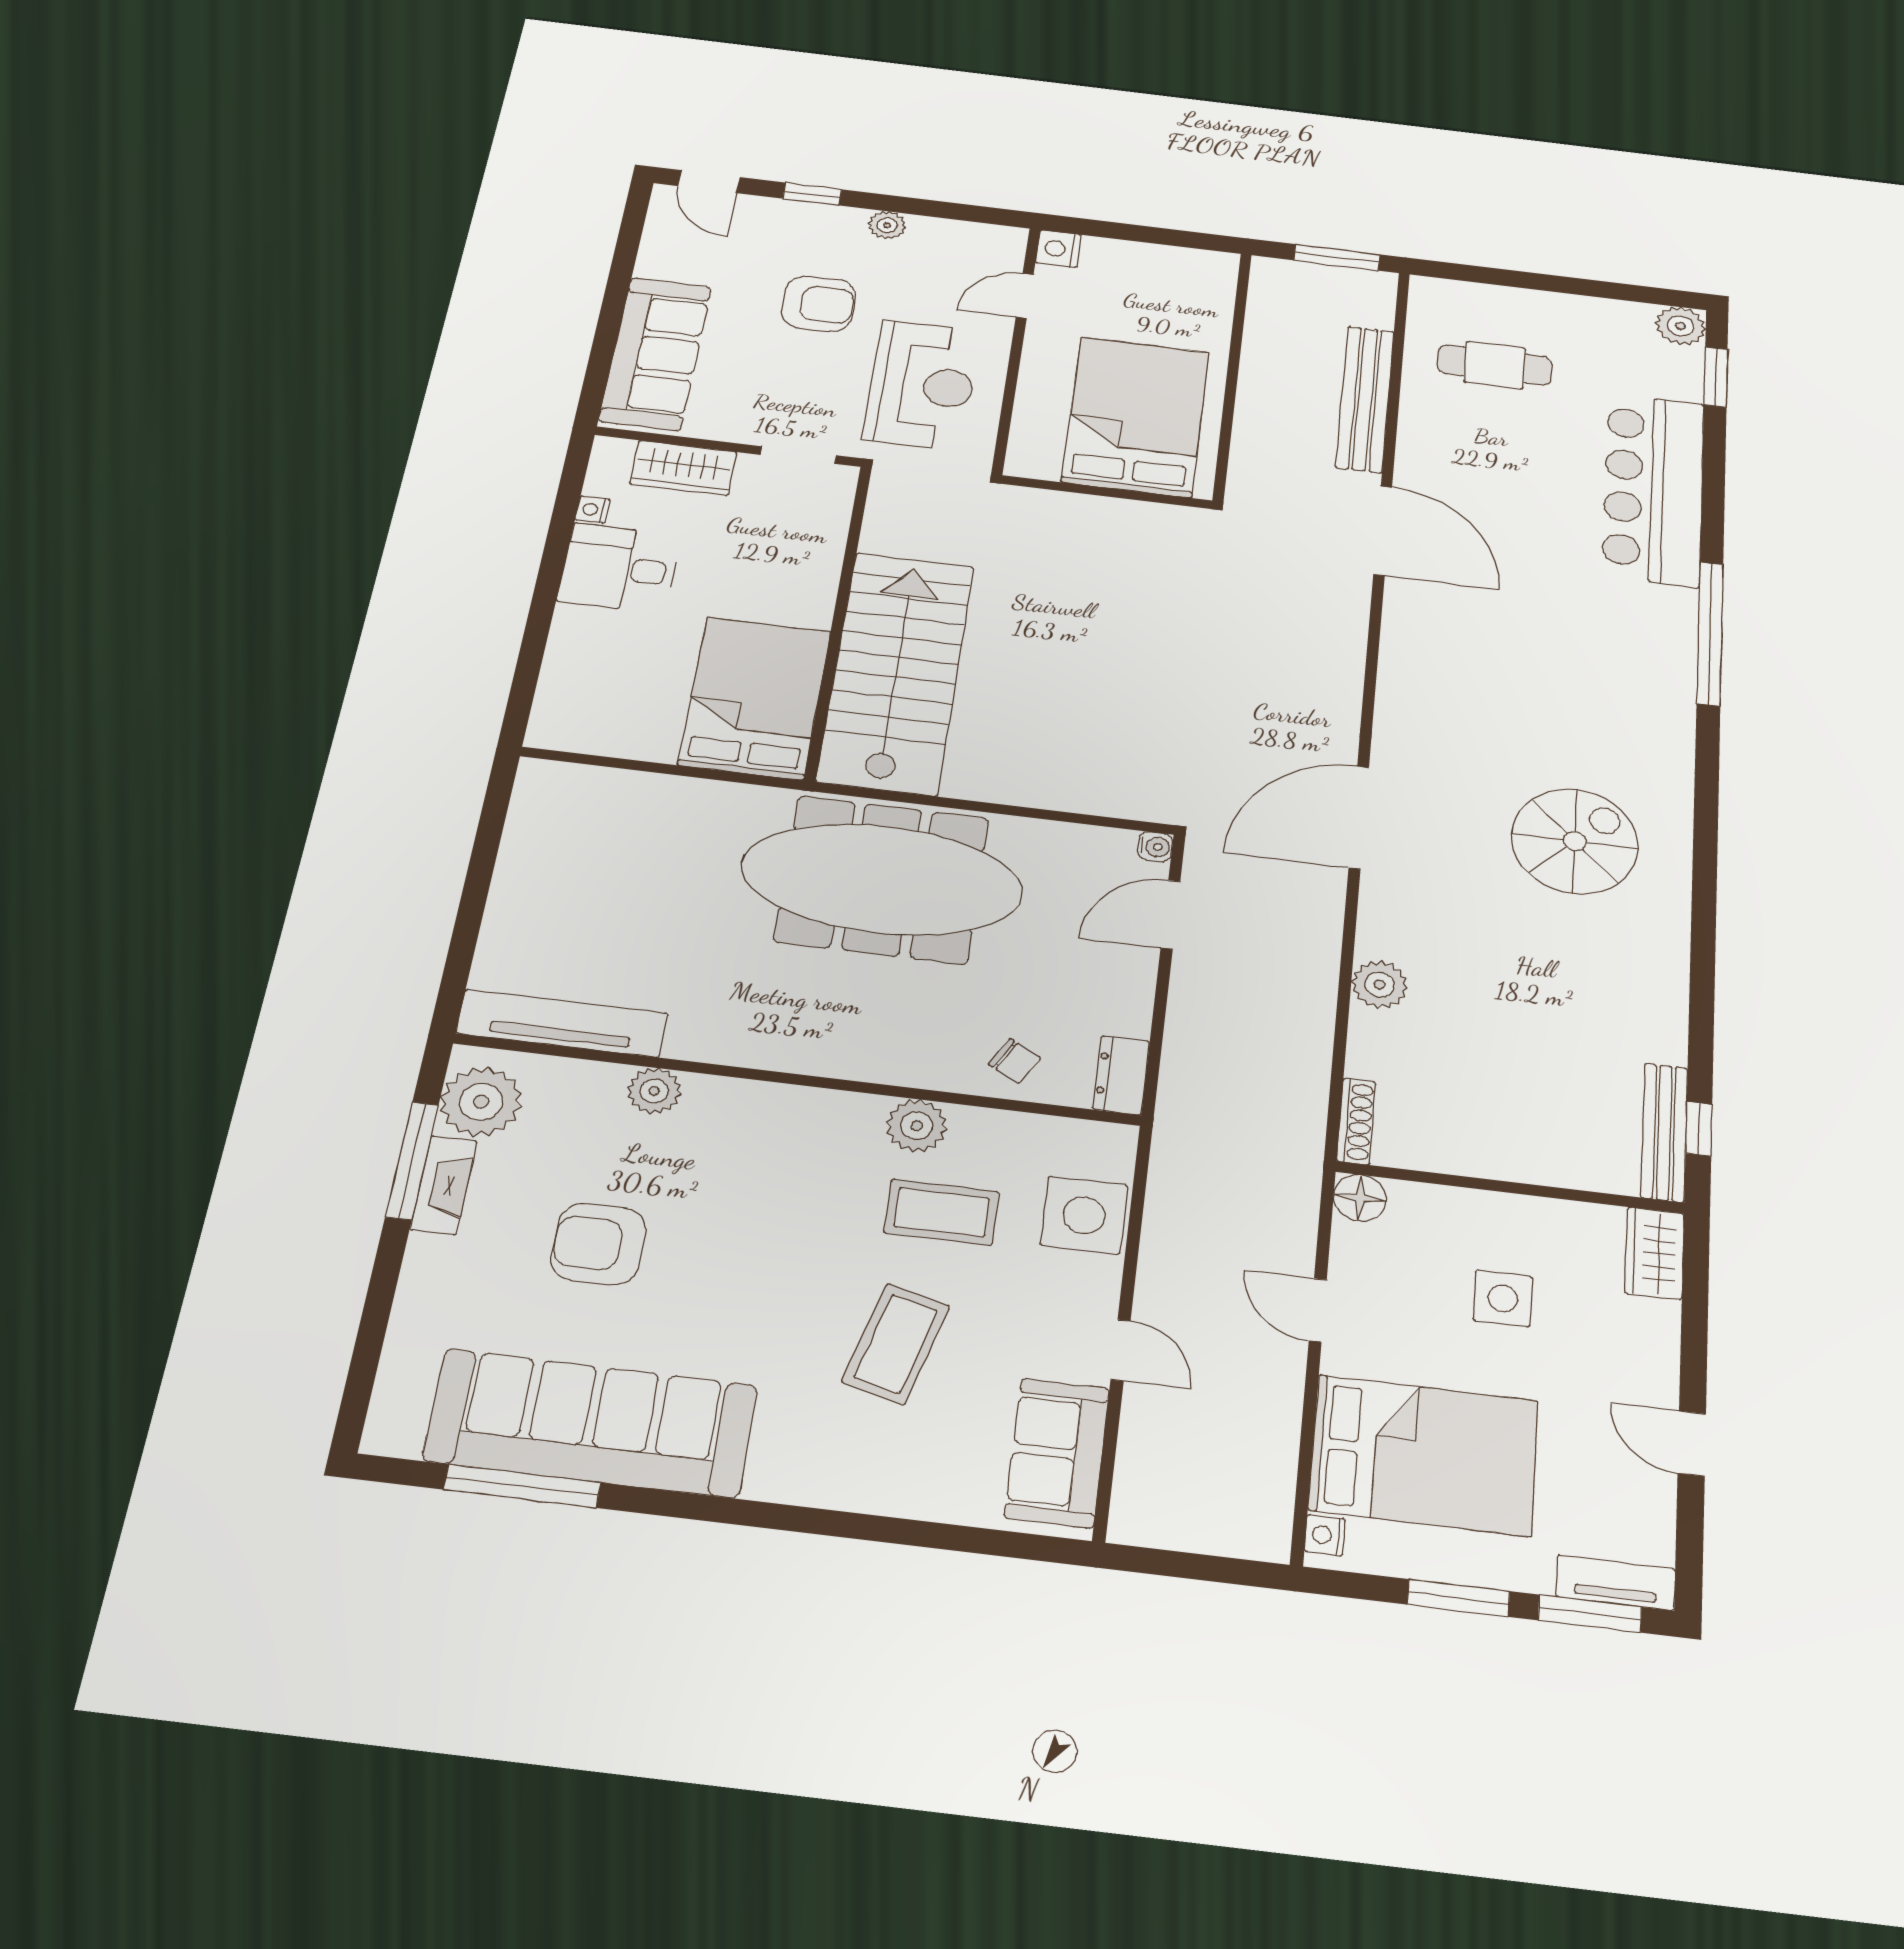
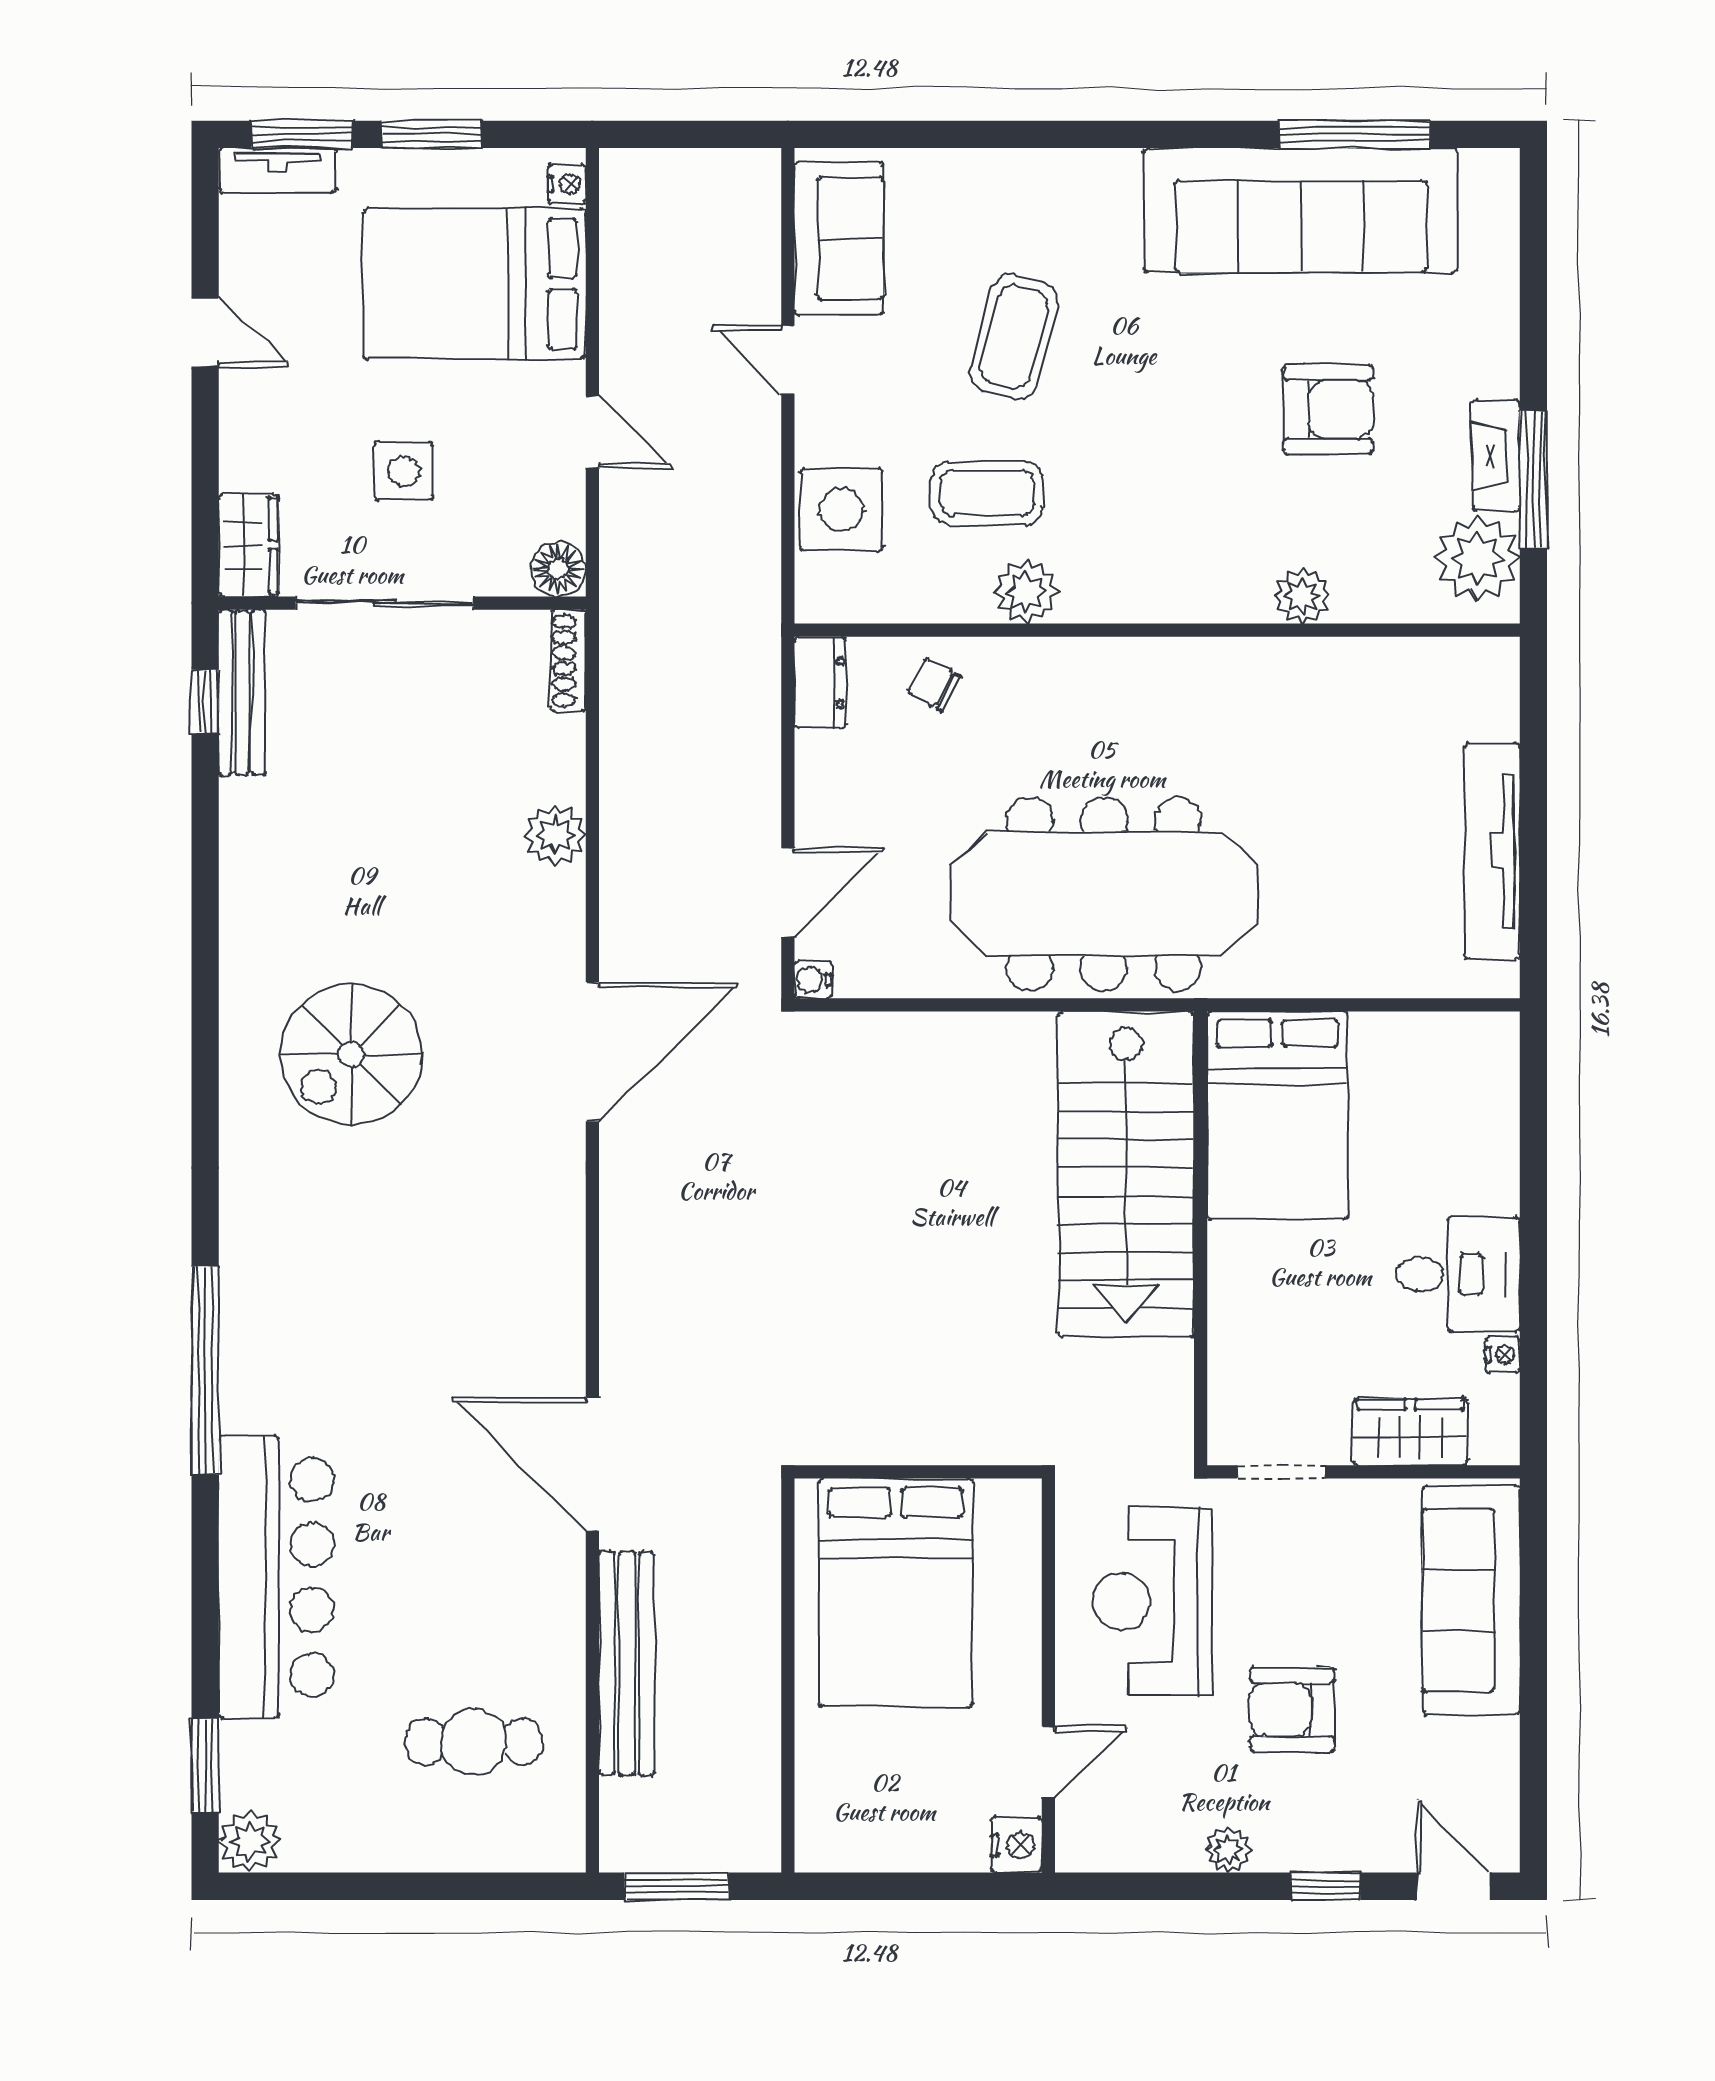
tv unit: (562, 1023) -> (1492, 851), moved, turned 90
sliding door: (1527, 1189) -> (384, 603), added

